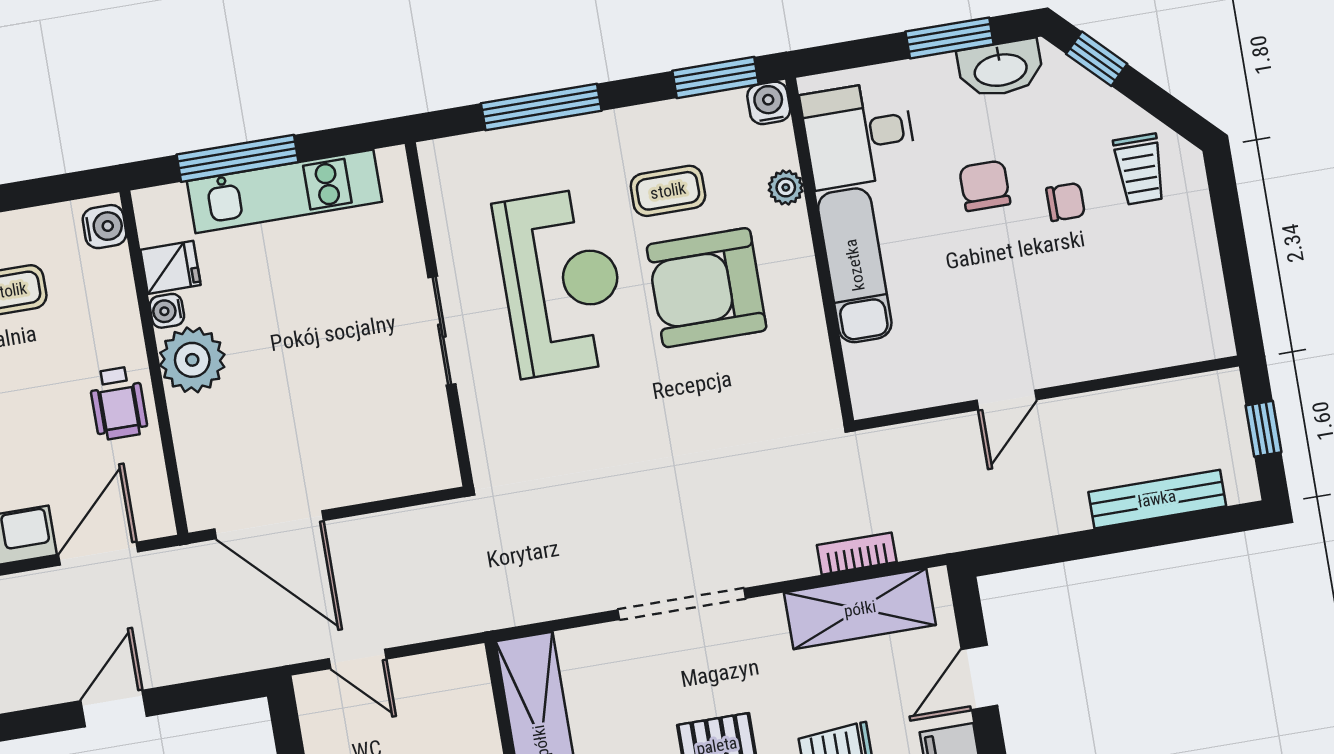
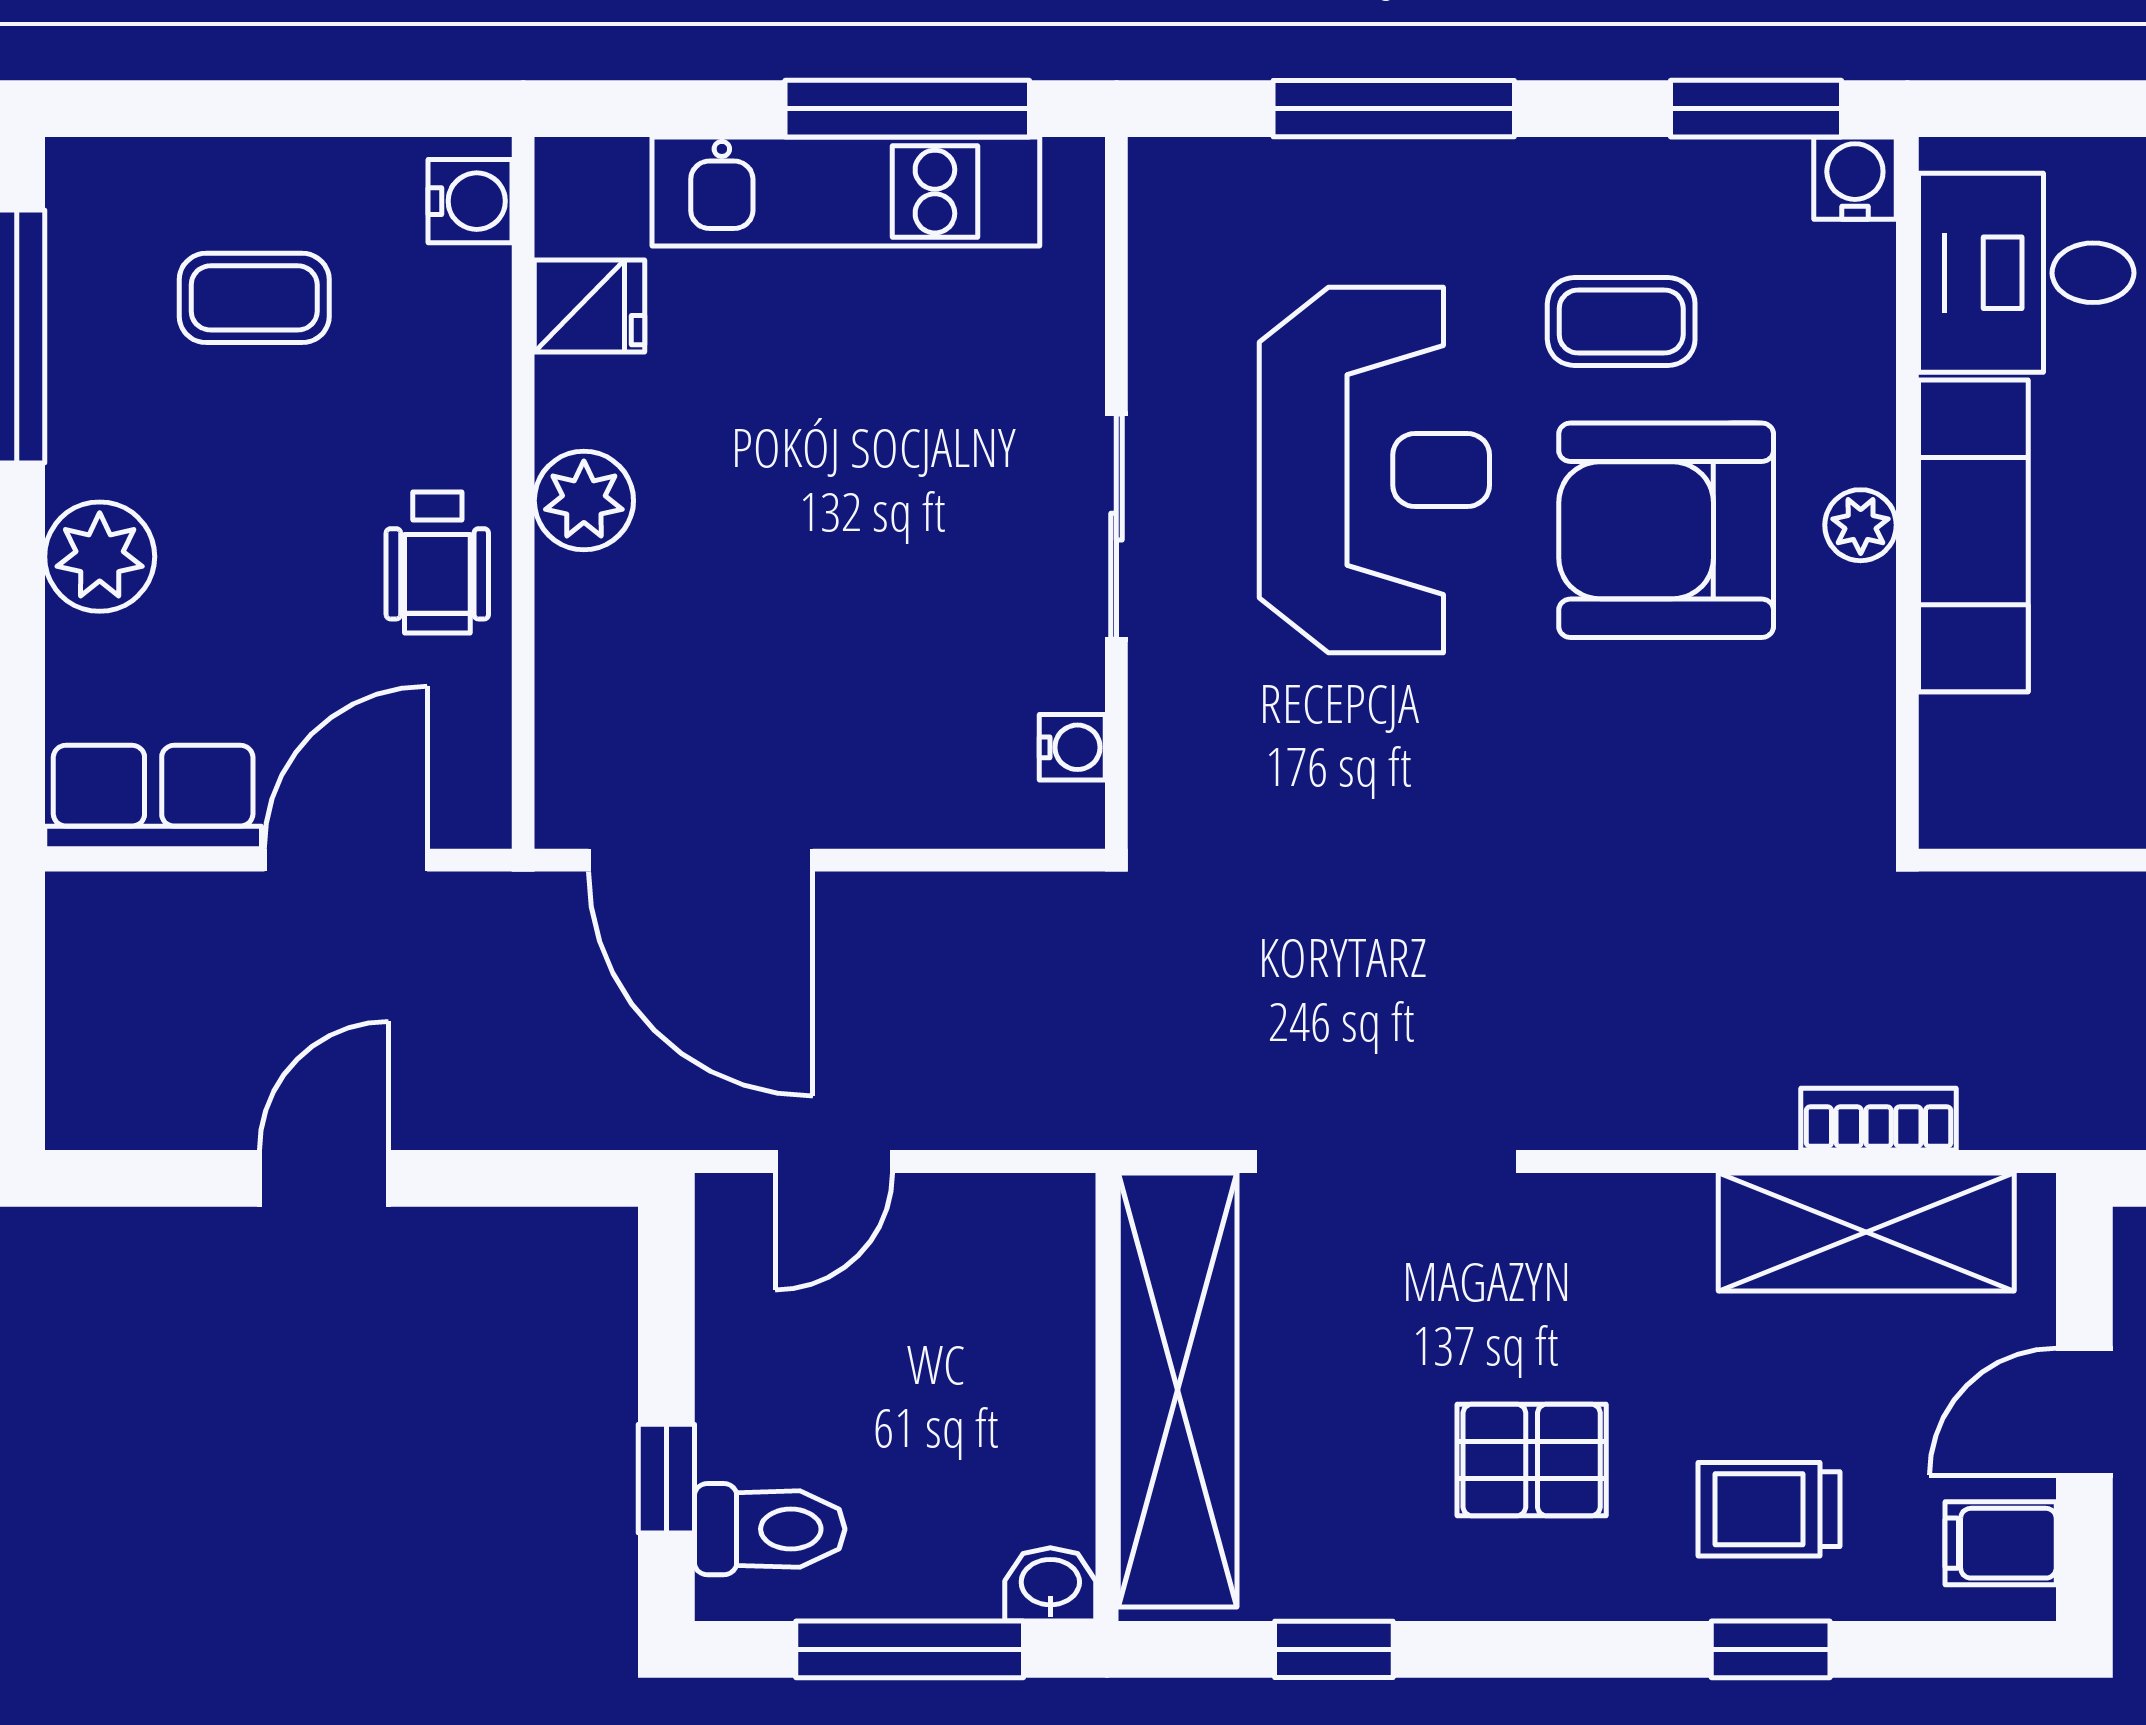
window: (237, 158) -> (907, 109), moved
plant: (786, 187) -> (1861, 525), moved
water cooler: (167, 311) -> (1072, 747), moved, turned 180
plant: (192, 360) -> (584, 501), width x0.73, depth x0.73
doorway: (682, 604) -> (1386, 1161), moved
door: (358, 659) -> (834, 1161), hinge flipped

